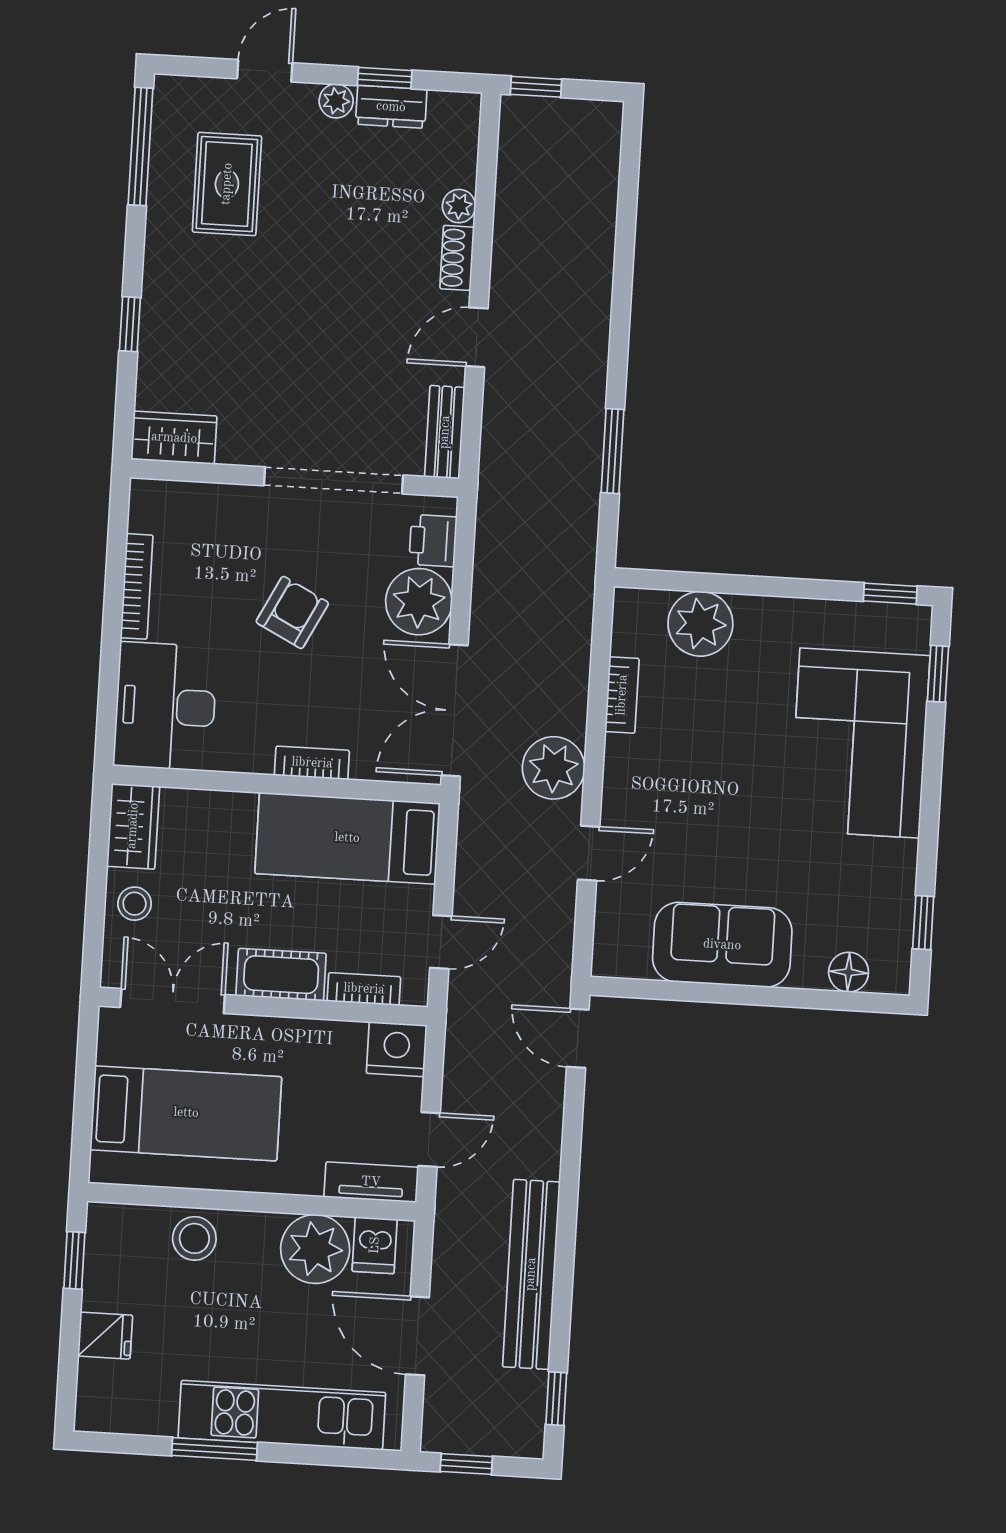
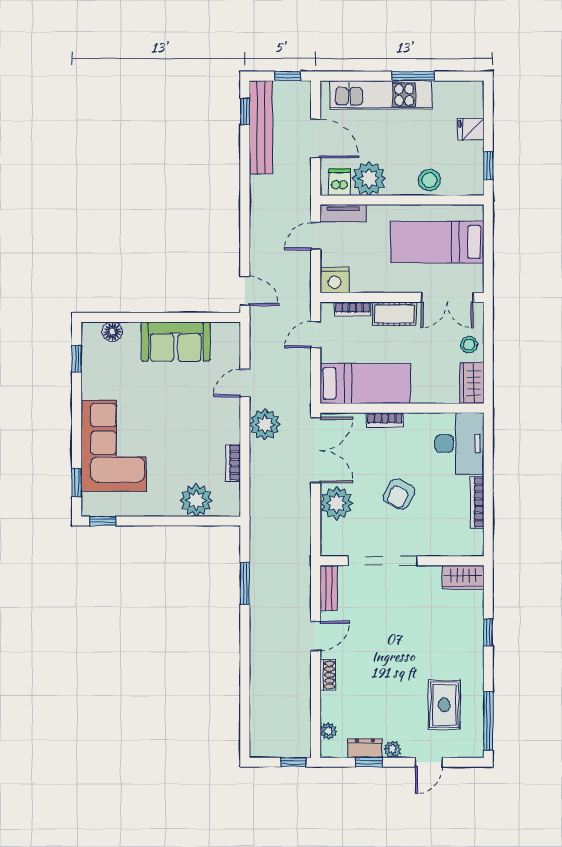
plant: (459, 206) -> (328, 731), moved
printer: (433, 541) -> (331, 534), removed
bench: (531, 1274) -> (261, 127), moved

